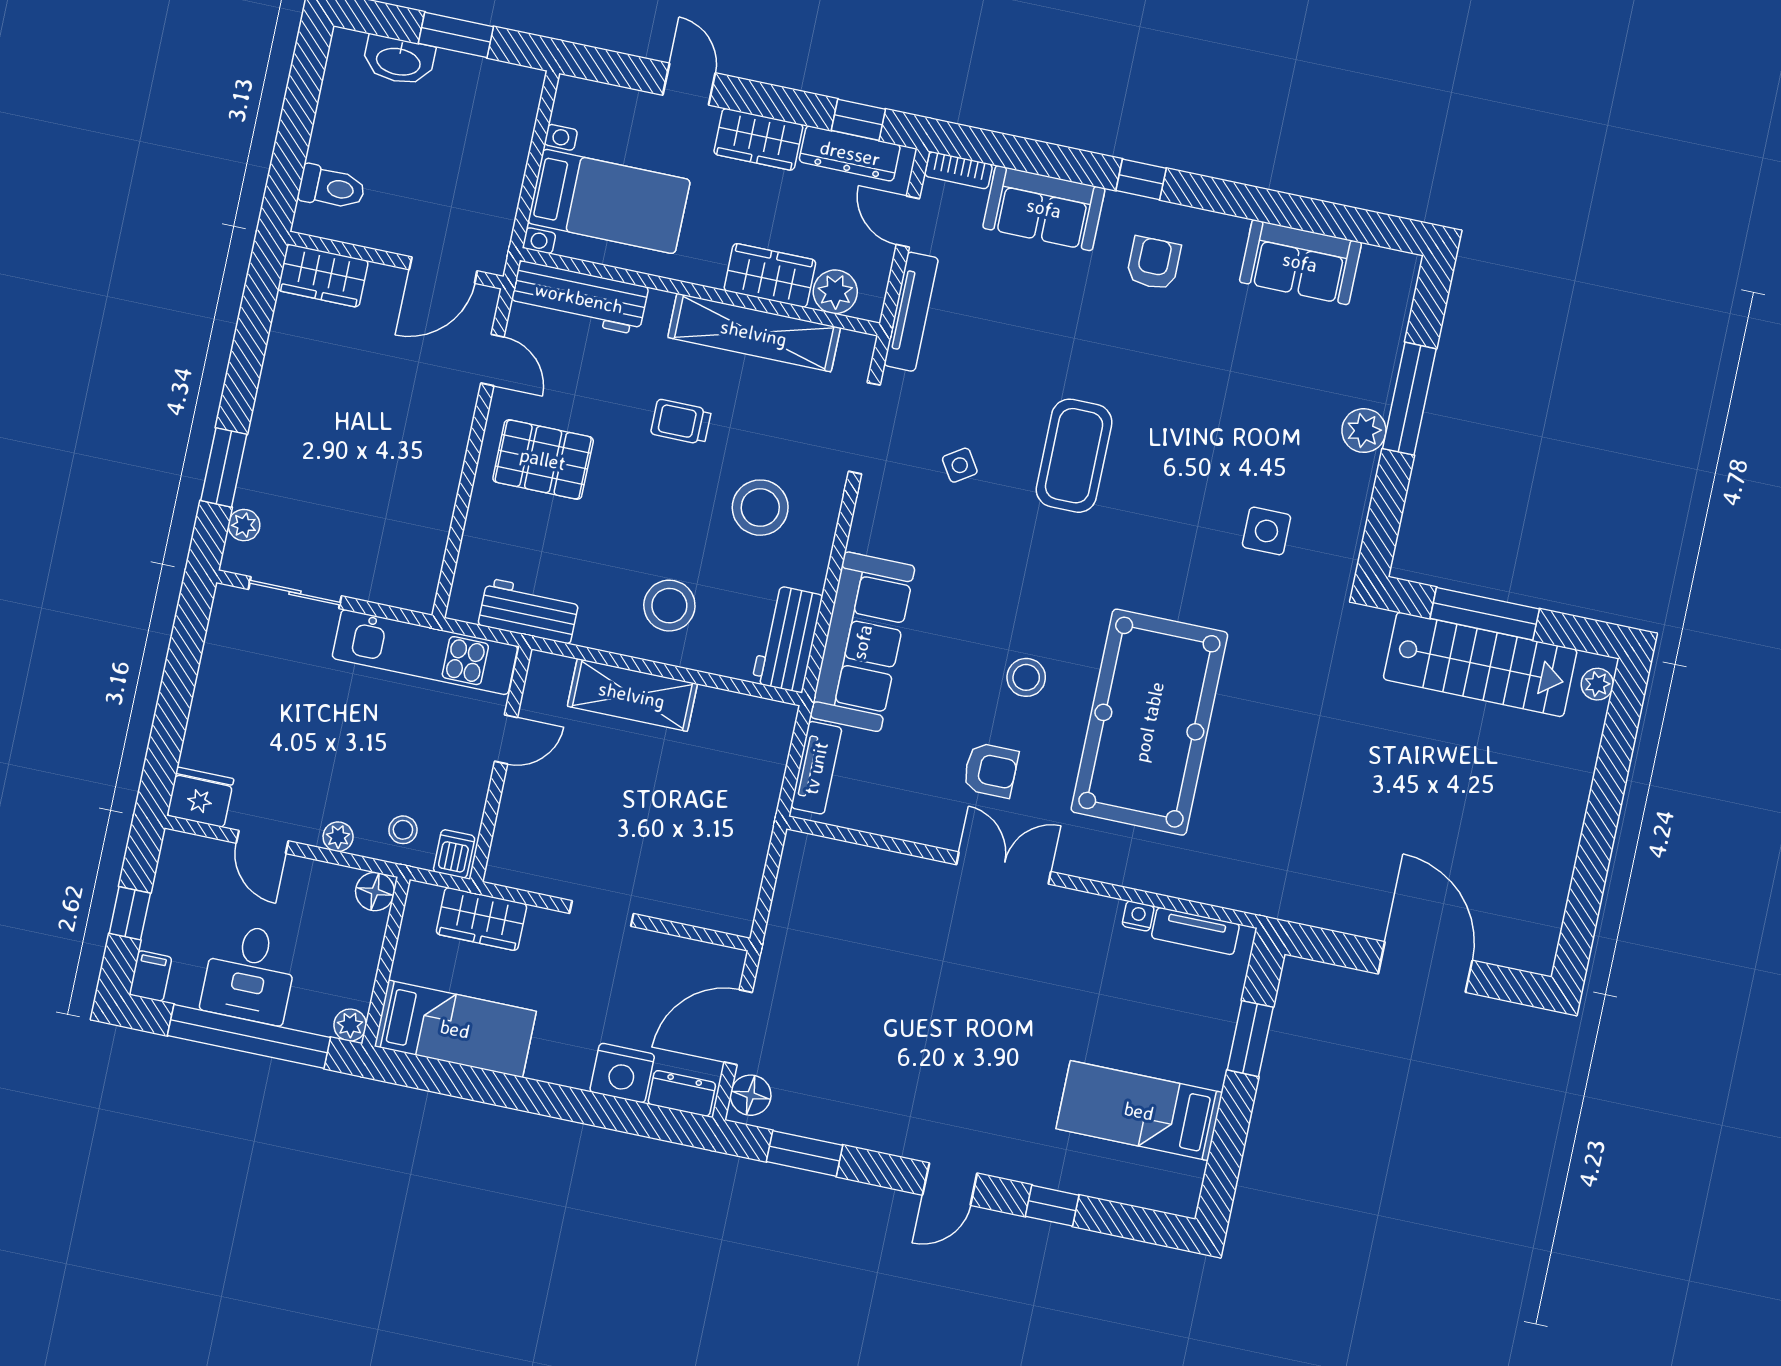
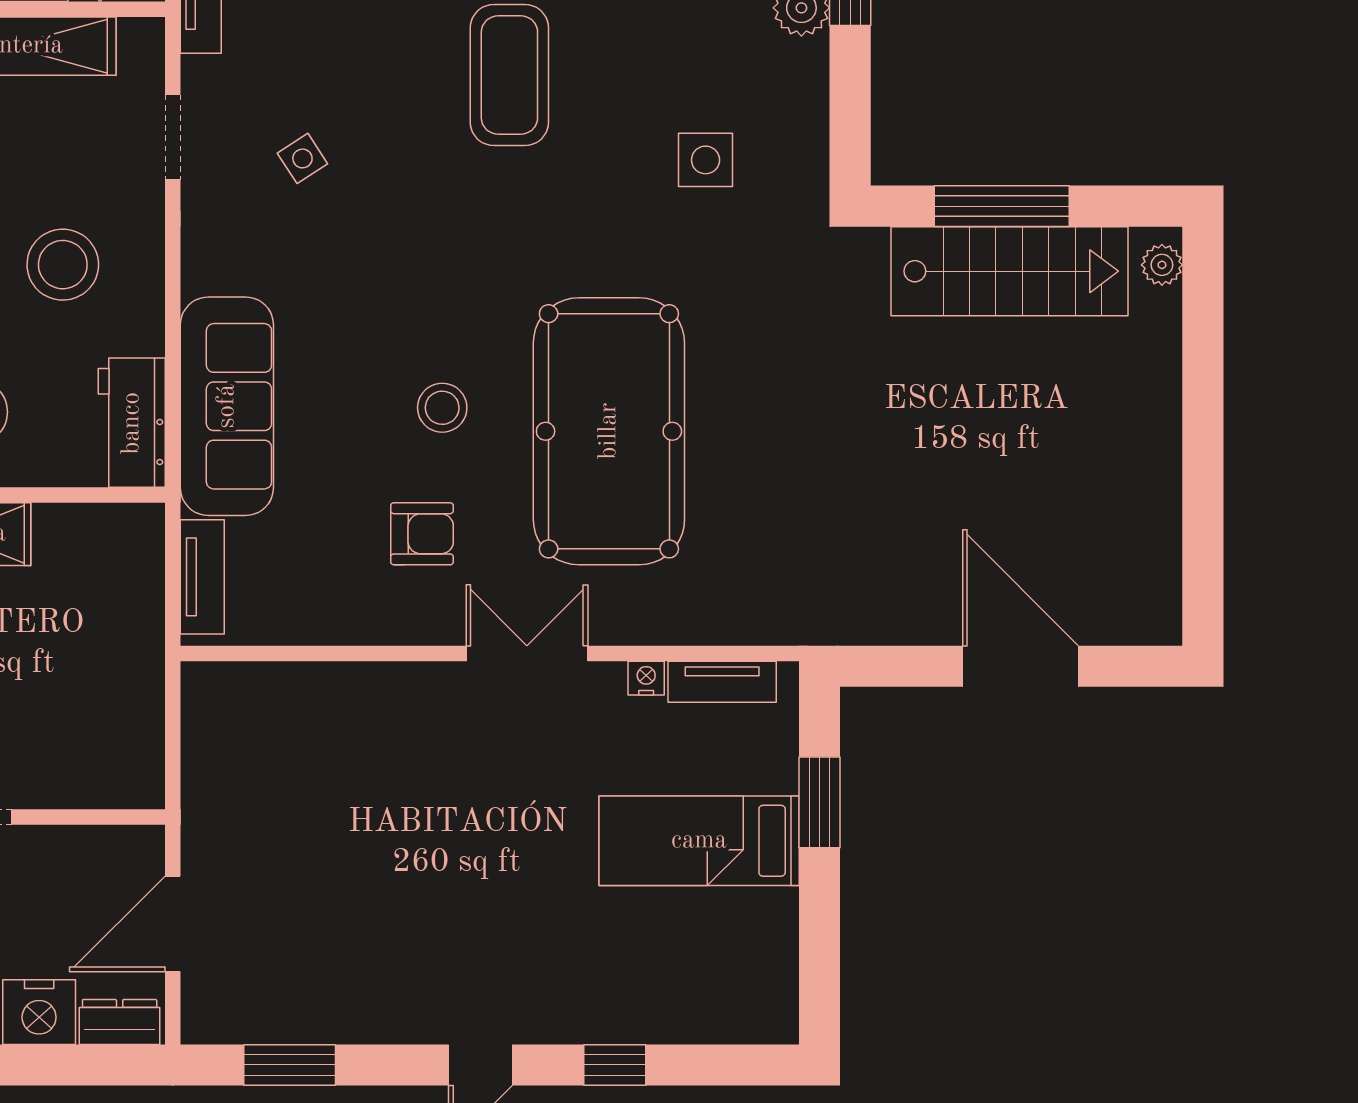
doorway: (864, 428) -> (173, 137), width x0.73
coffee table: (1074, 456) -> (509, 75), moved
double door: (1004, 868) -> (527, 653), moved
floor lamp: (751, 1095) -> (206, 1006), removed
bed: (1139, 1111) -> (699, 841), moved

